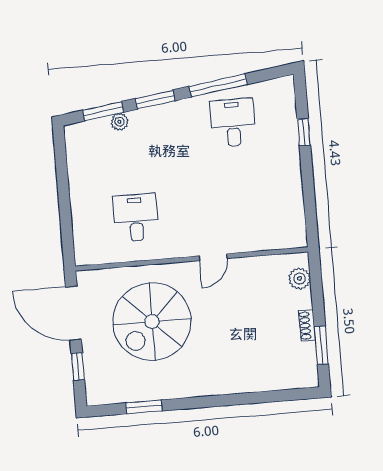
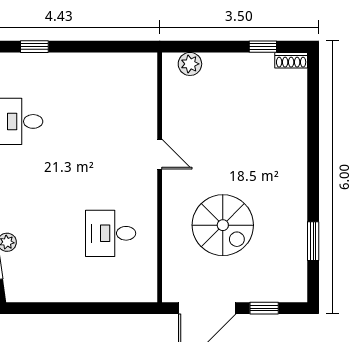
spiral stairs: (152, 322) -> (223, 225), width x0.73, depth x0.73
shoe rack: (307, 325) -> (291, 60), moved
window: (321, 345) -> (263, 47), width x0.67

